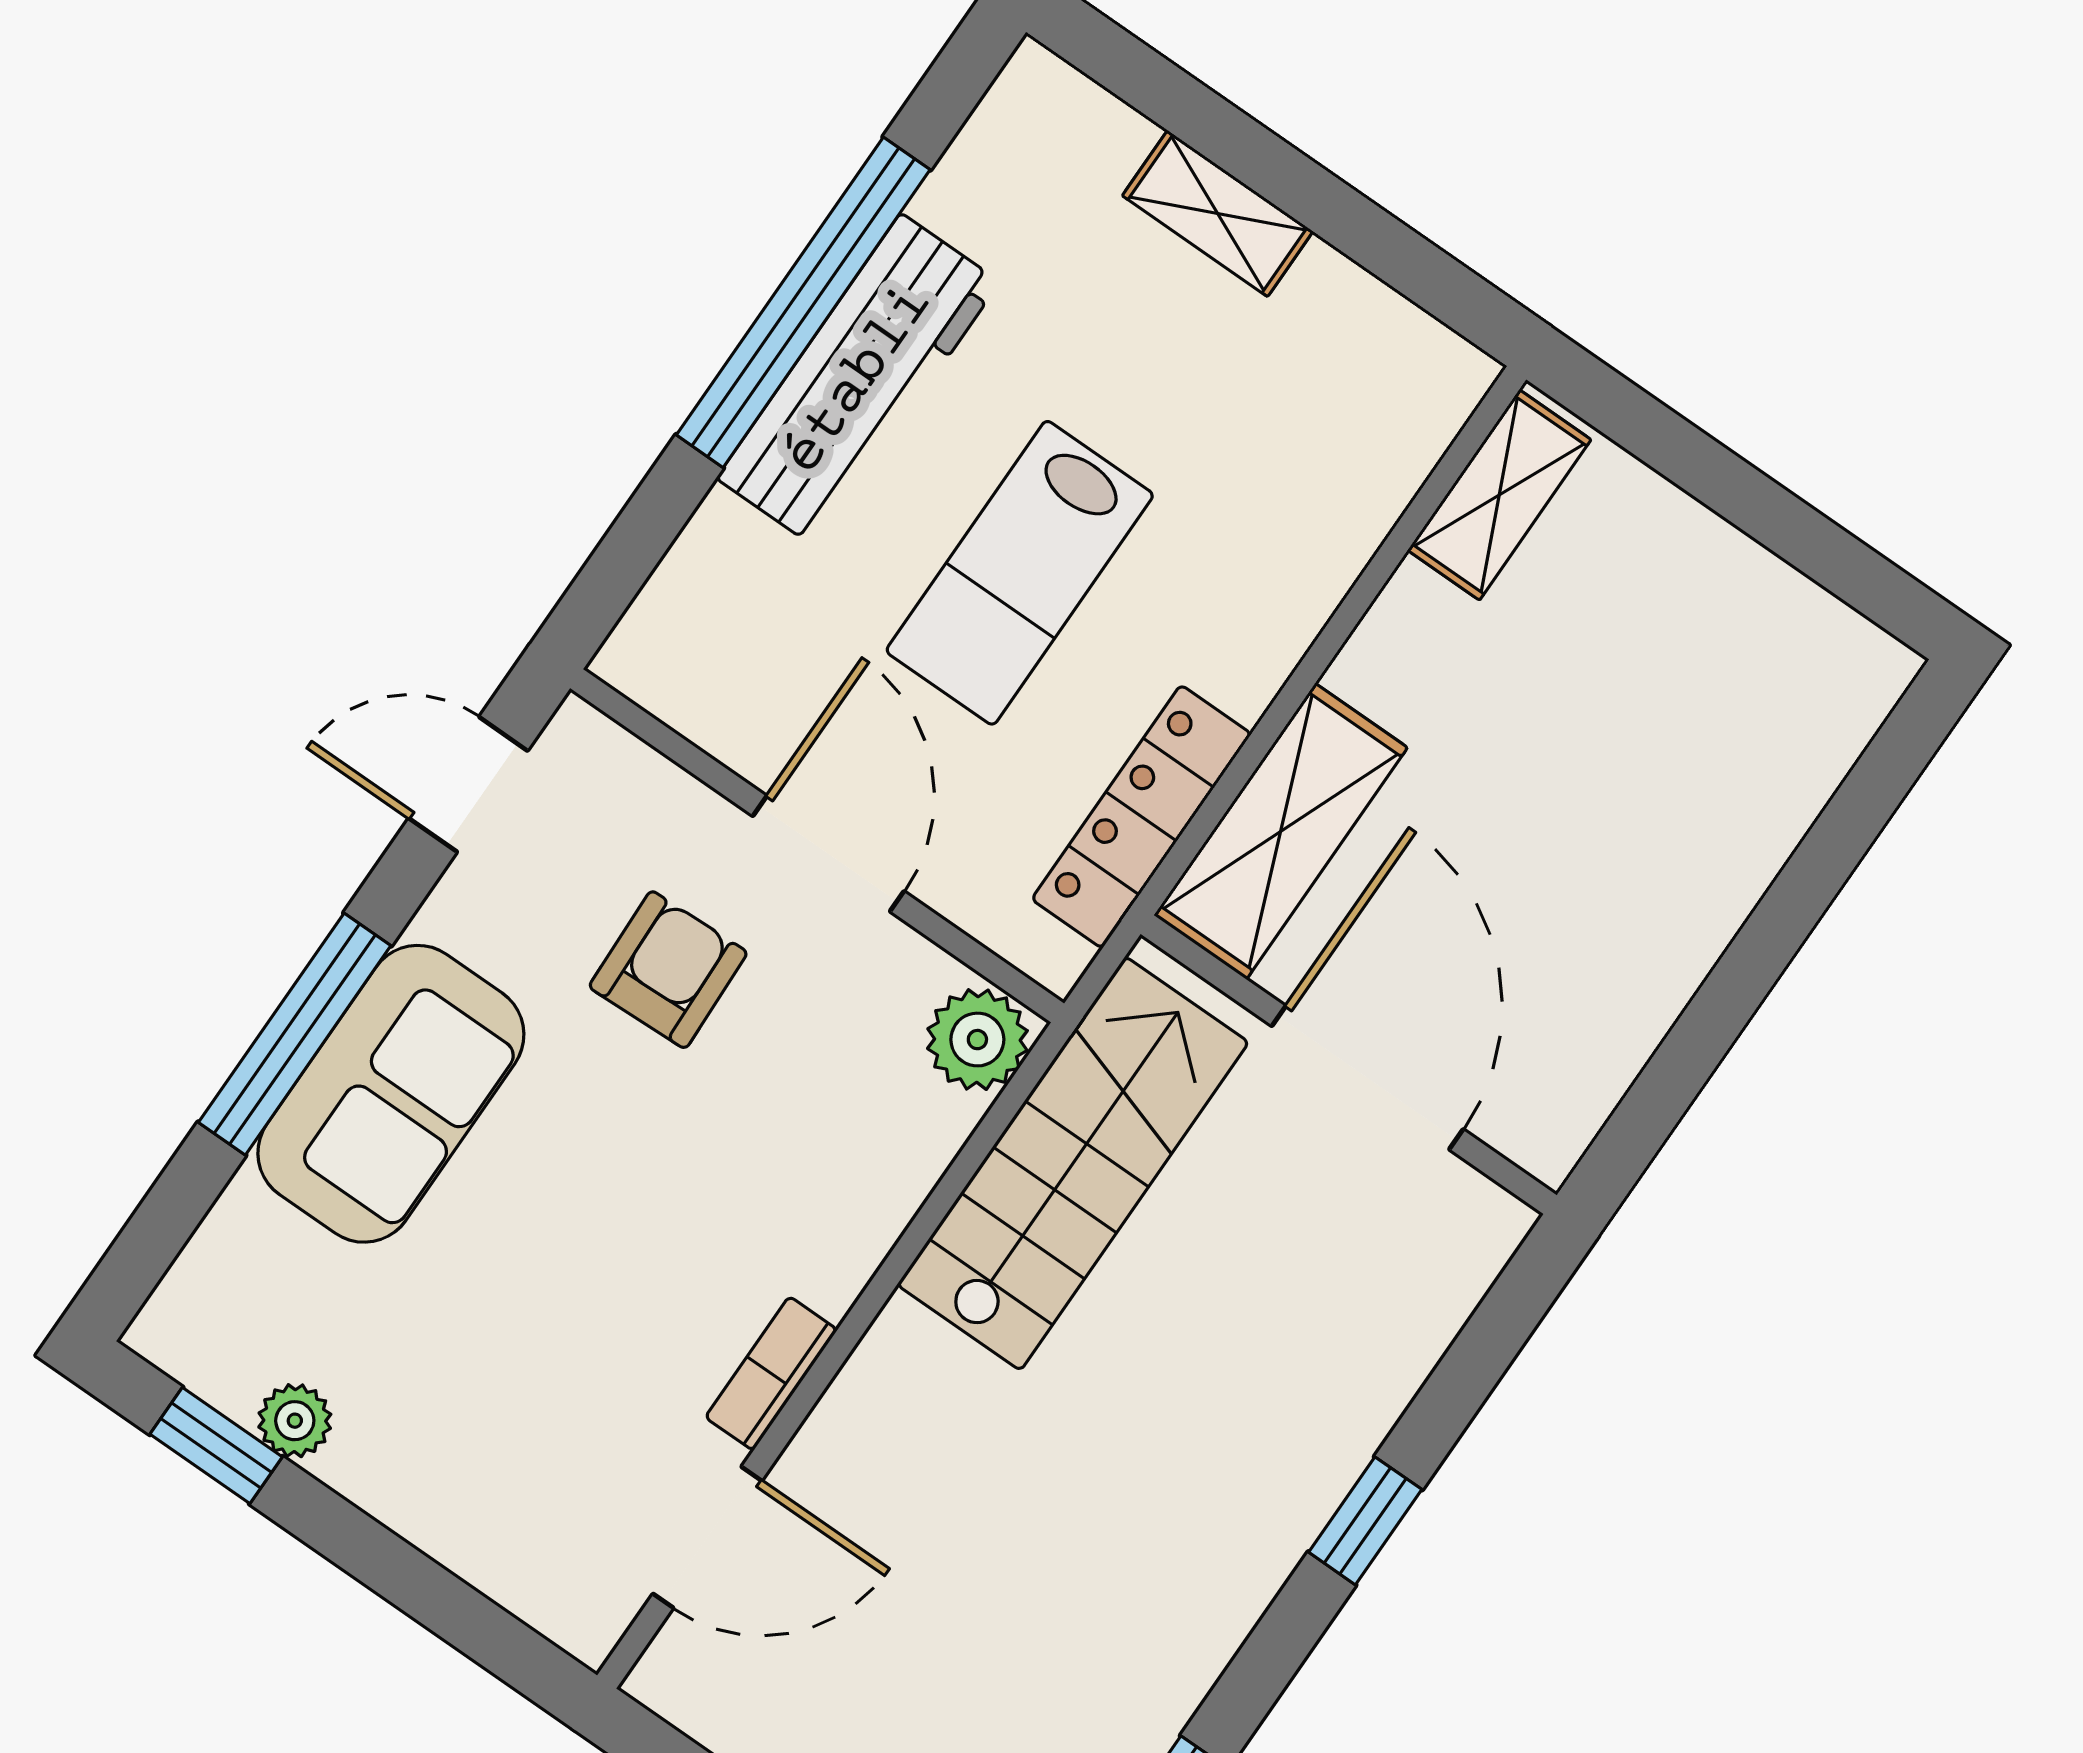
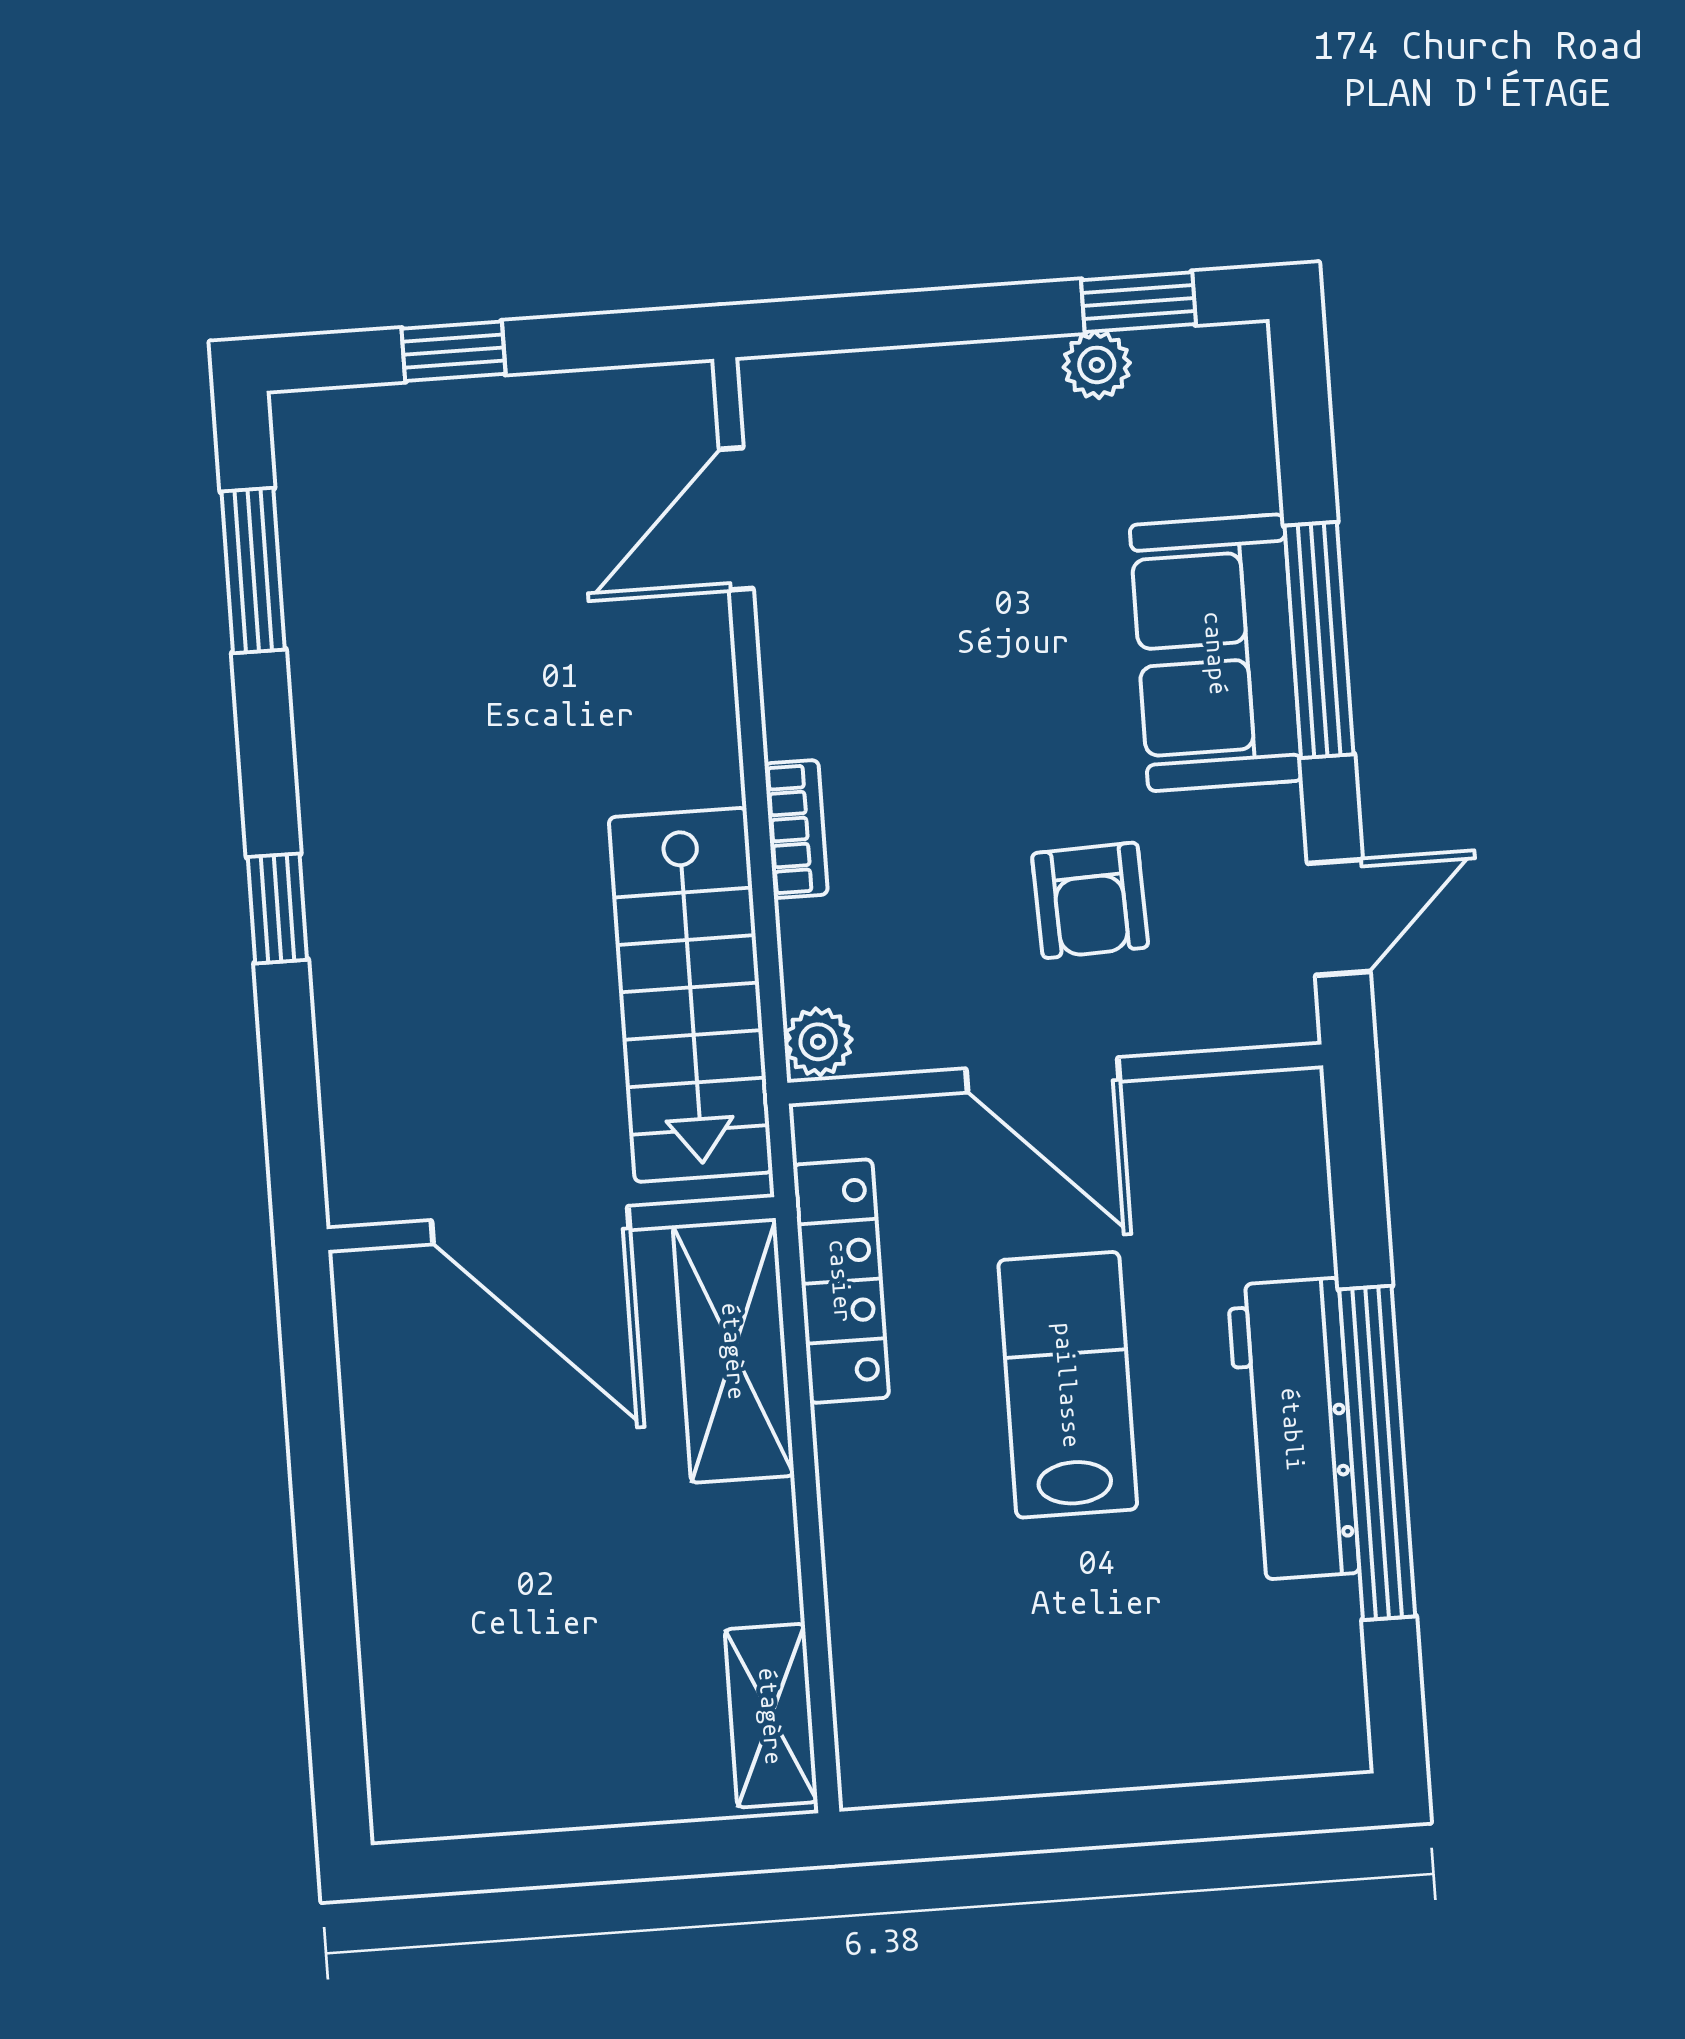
shelving: (1218, 213) -> (1133, 1754), removed
plant: (977, 1040) -> (818, 1042), width x0.73, depth x0.73
bookcase: (771, 1373) -> (796, 829), moved

